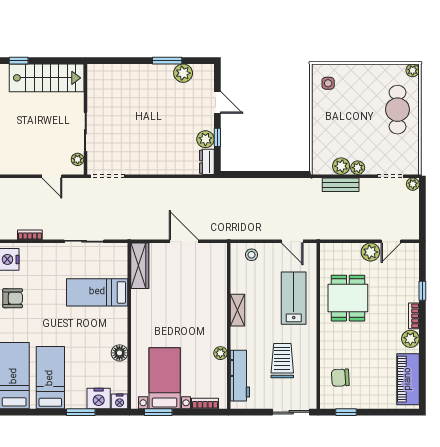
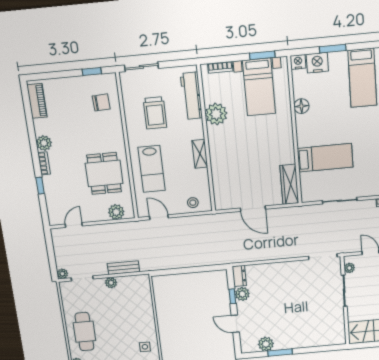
plant: (341, 166) -> (125, 283), removed
plant: (370, 252) -> (116, 212), moved
plant: (220, 353) -> (216, 114), width x1.87, depth x1.87
piano: (408, 379) -> (37, 101), width x0.73, depth x0.75

